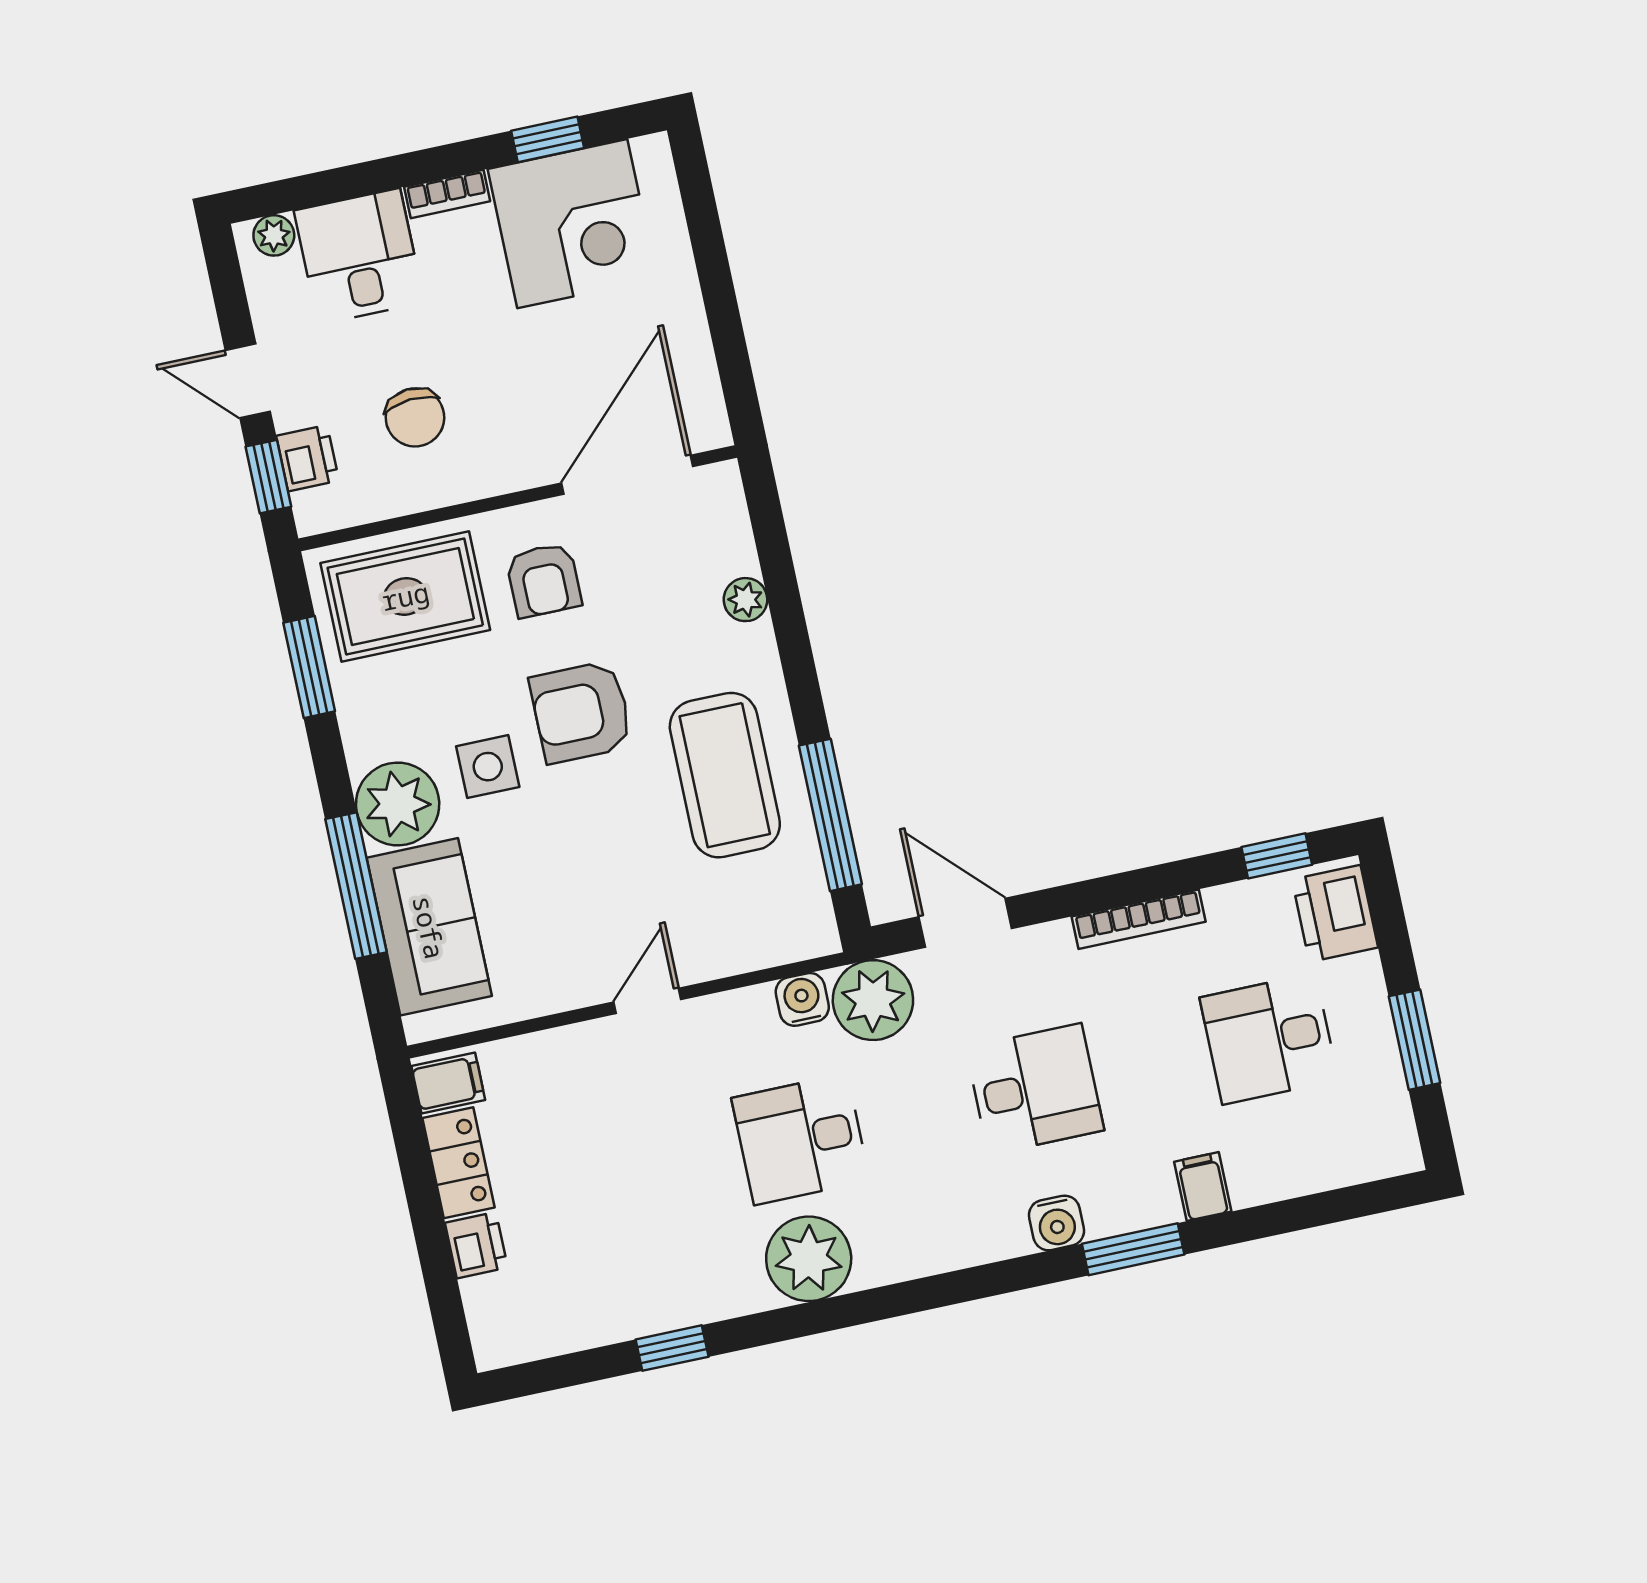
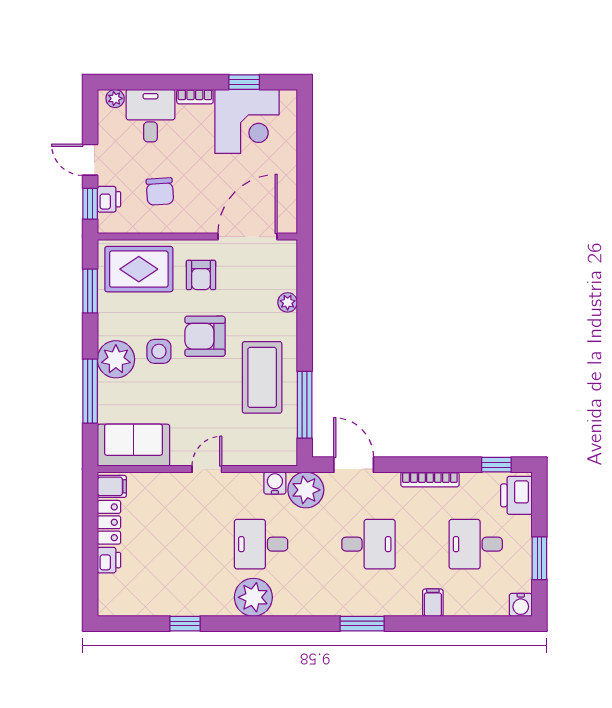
sofa: (429, 927) -> (134, 445), moved, turned -90
water cooler: (1057, 1223) -> (521, 605), moved
window: (1133, 1249) -> (362, 624), moved

